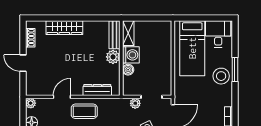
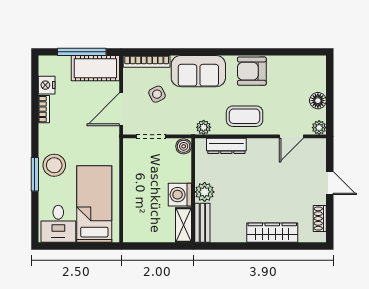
boiler: (128, 70) -> (184, 146), moved
door: (62, 97) -> (291, 136), moved
plant: (135, 103) -> (204, 127), moved

